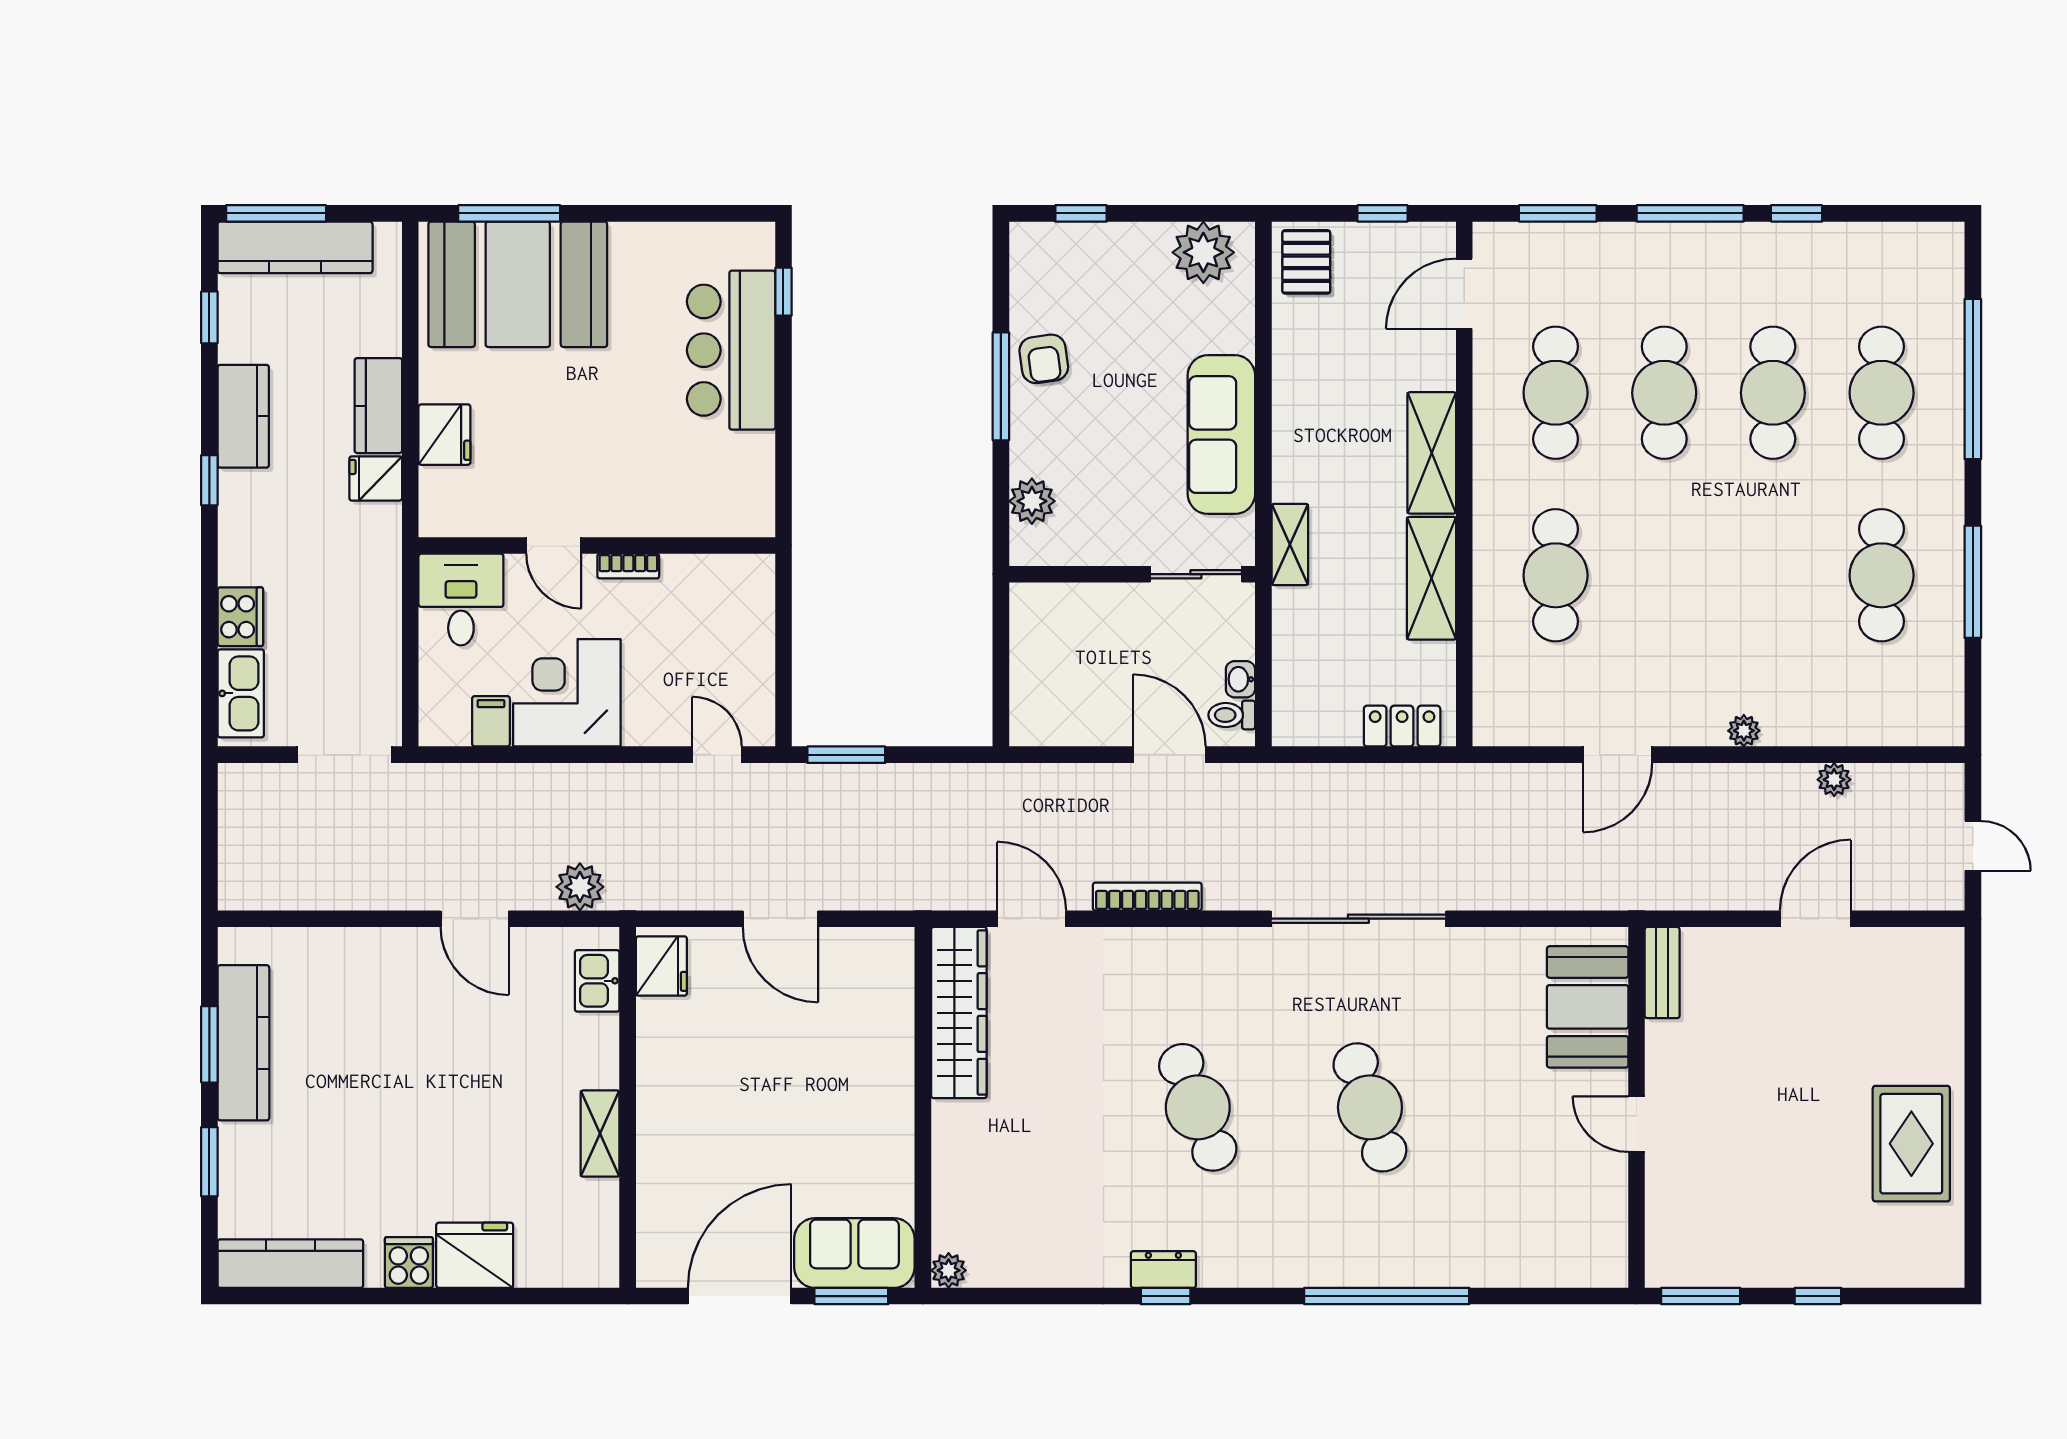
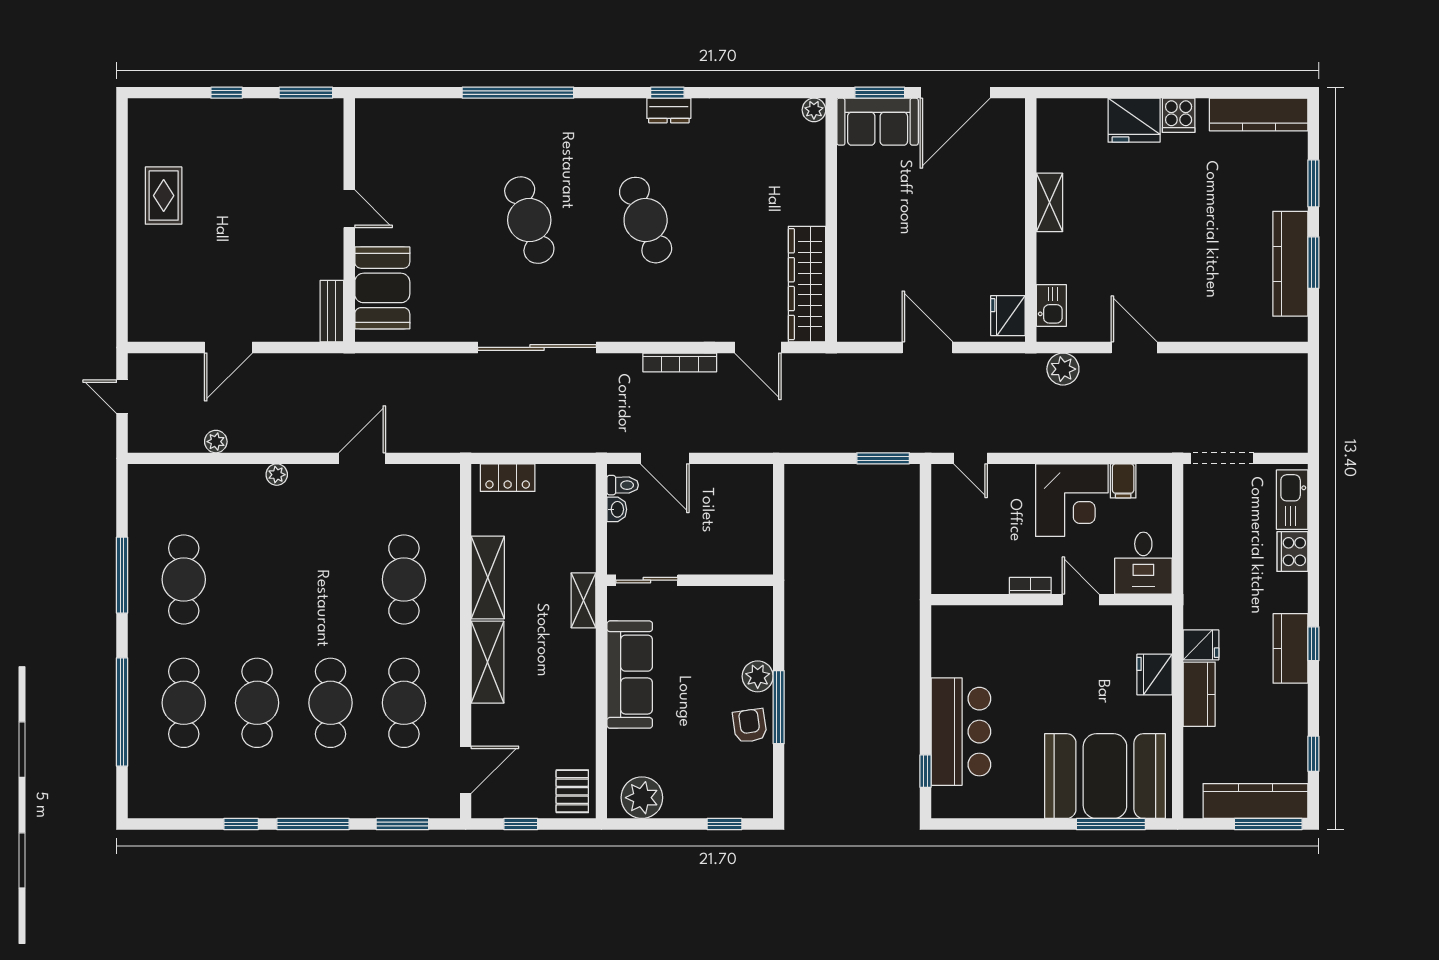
kitchen counter: (243, 416) -> (1290, 648), moved
plant: (1032, 501) -> (758, 676), moved
rug: (1911, 1144) -> (164, 196), width x0.73, depth x0.70

